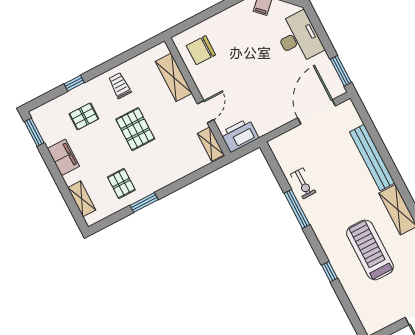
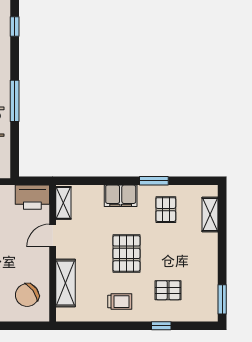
chair: (201, 50) -> (27, 295), turned 144
trolley: (120, 86) -> (120, 302), turned -90
filing cabinet: (63, 157) -> (121, 196), moved, turned -90

